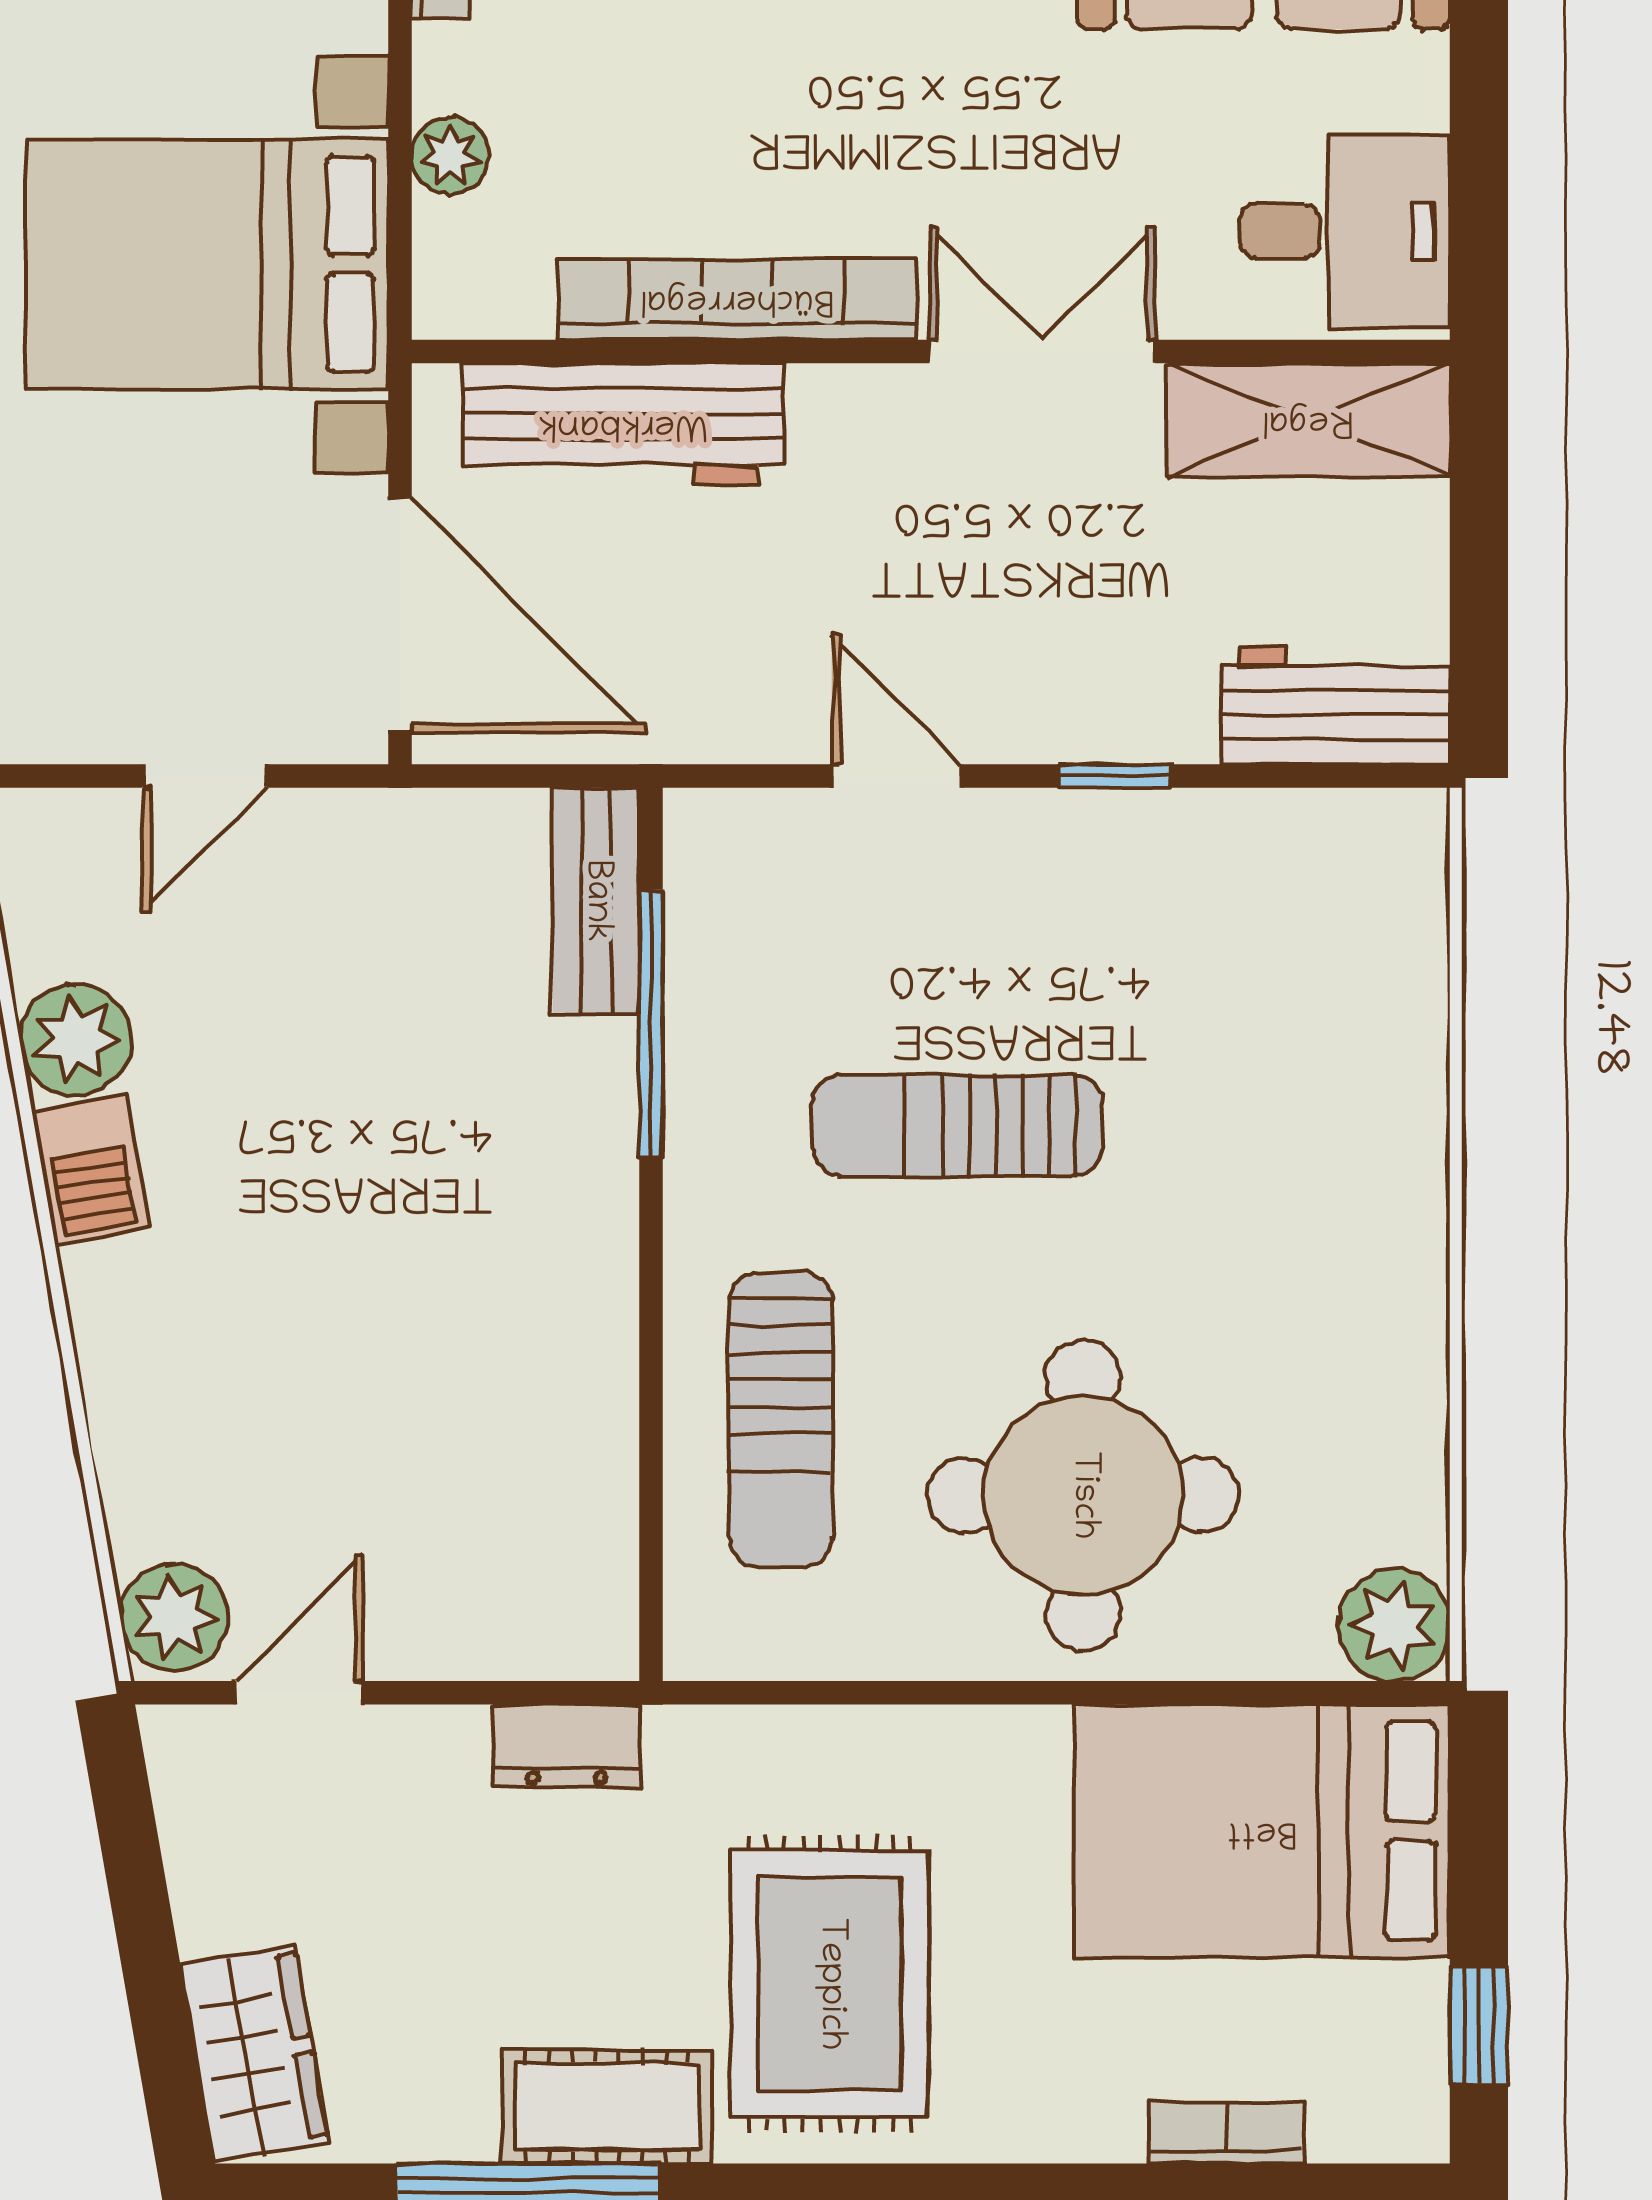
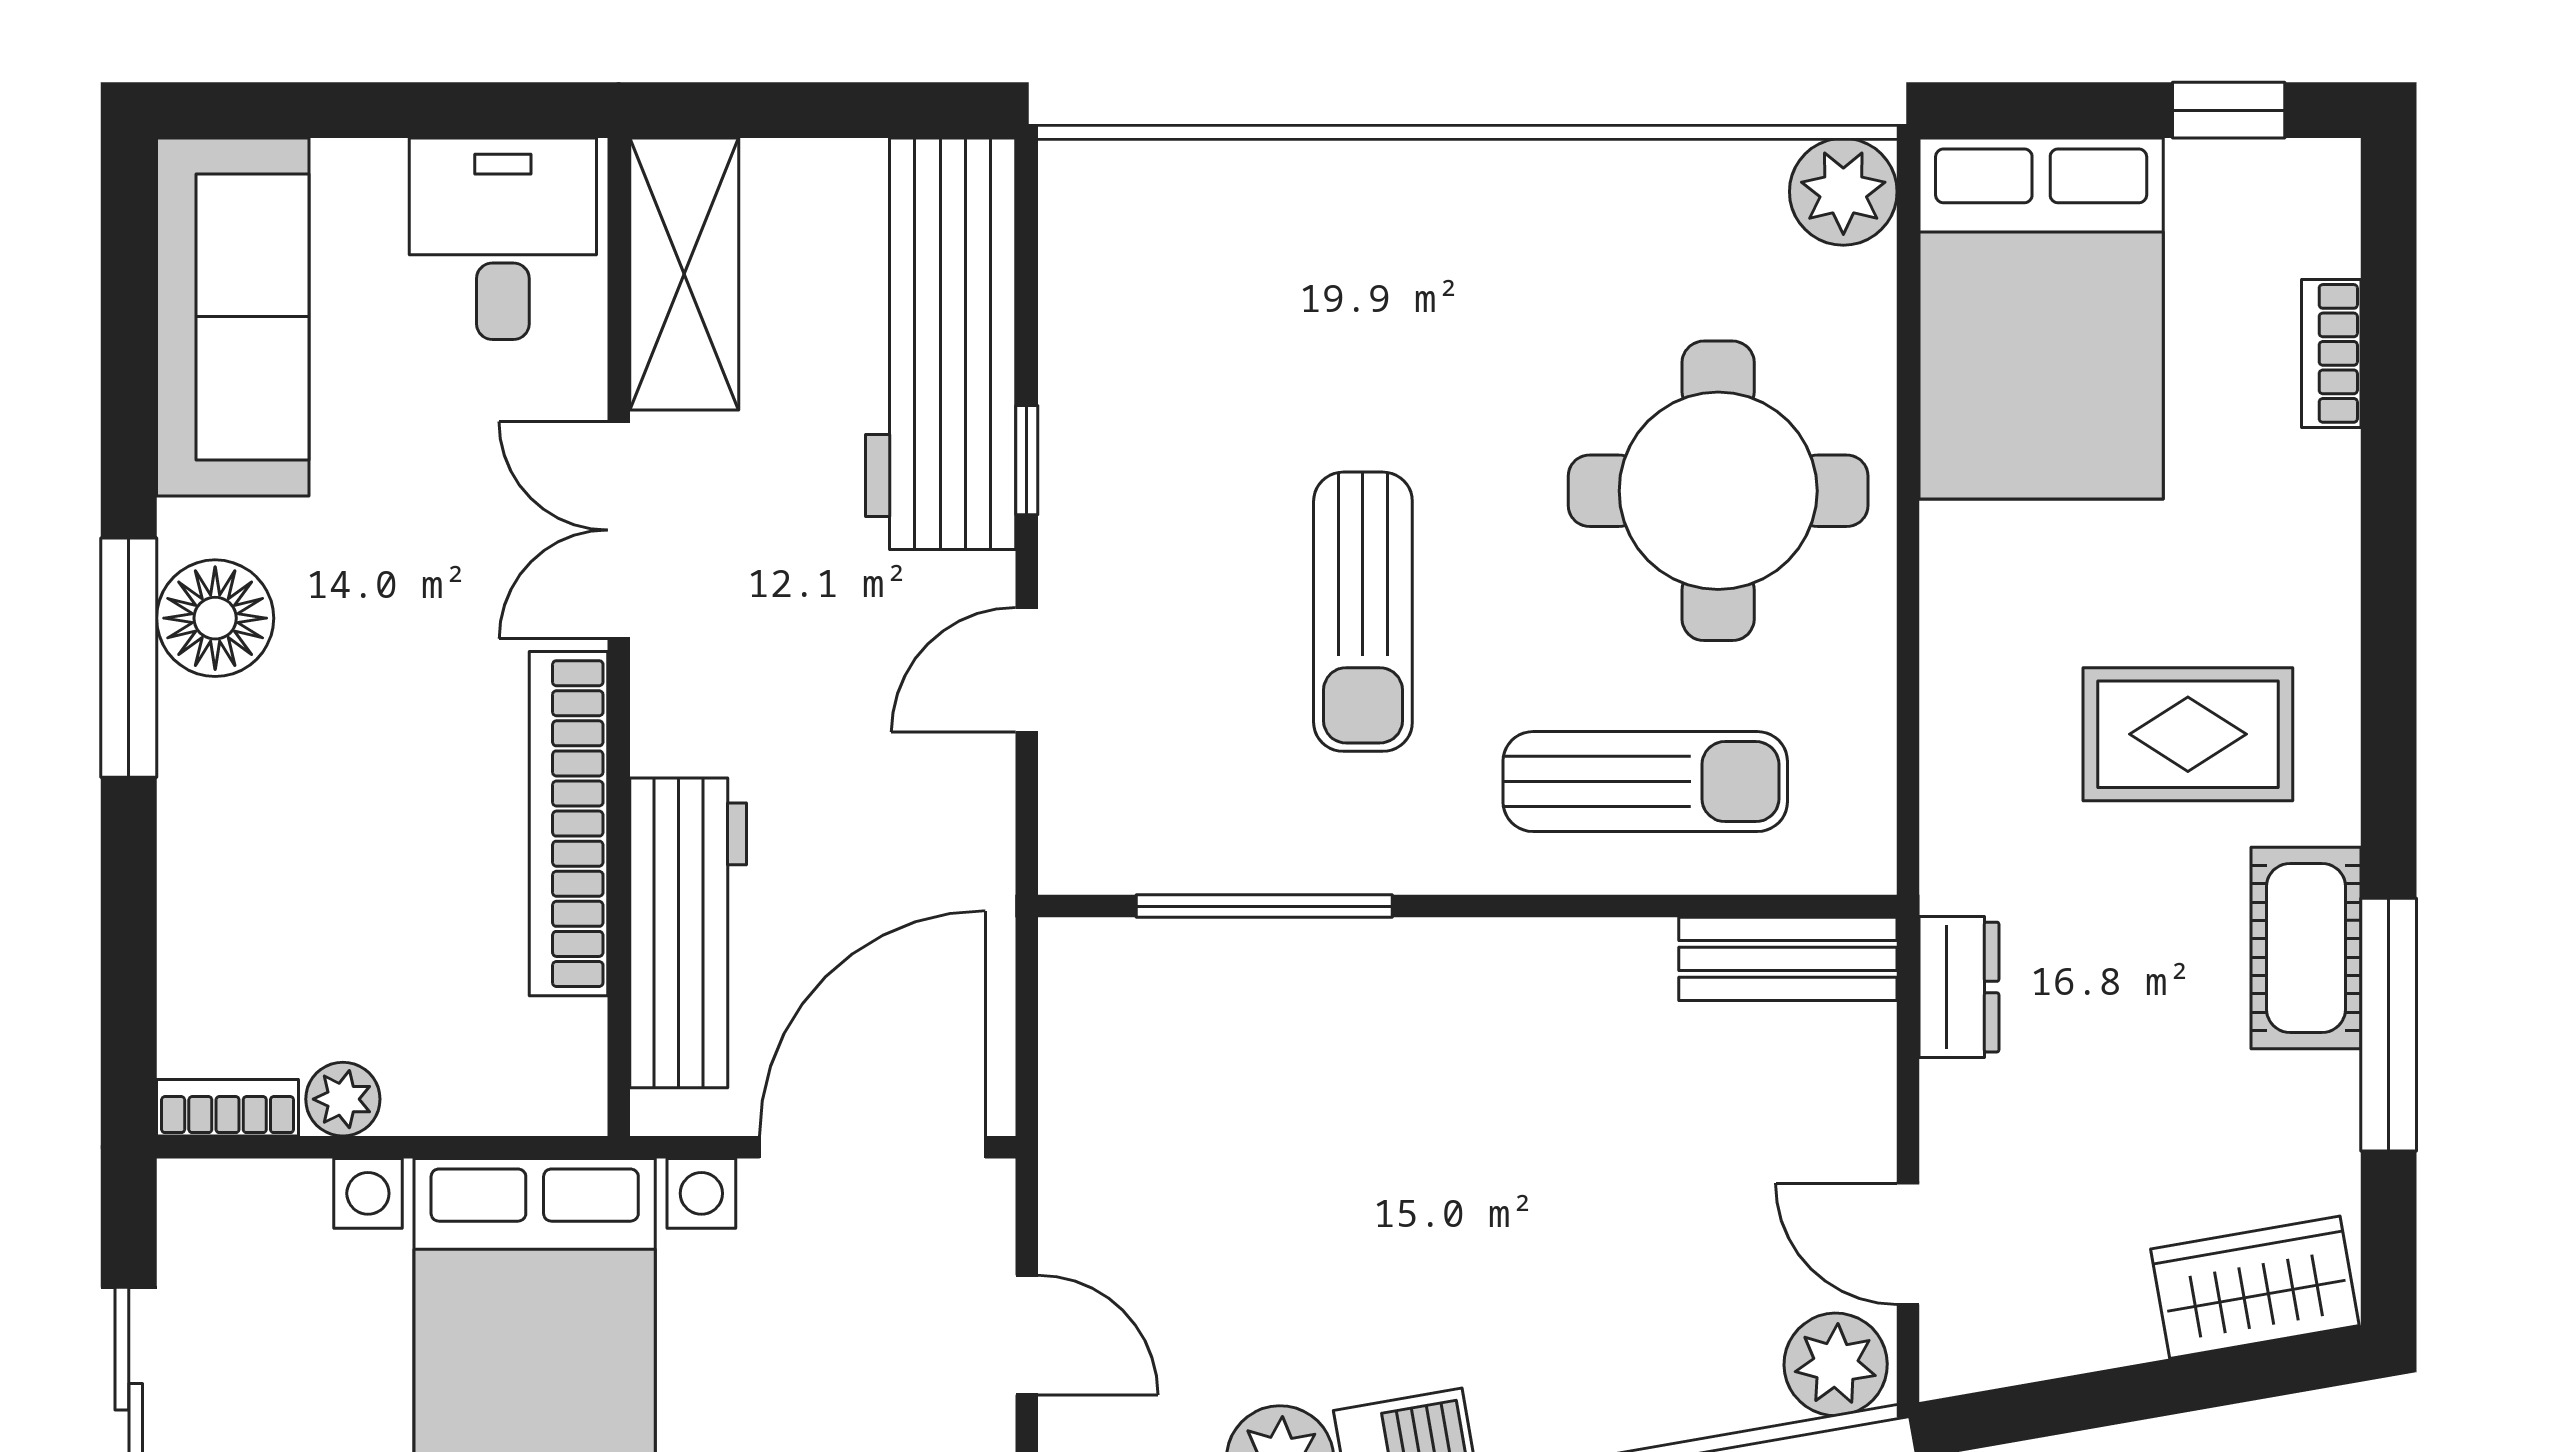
plant: (450, 156) -> (343, 1099), moved
workbench: (1336, 705) -> (941, 344), width x1.88, depth x1.32
bench: (596, 901) -> (1788, 959), moved
rug: (830, 1984) -> (2188, 734), width x0.73, depth x0.70

